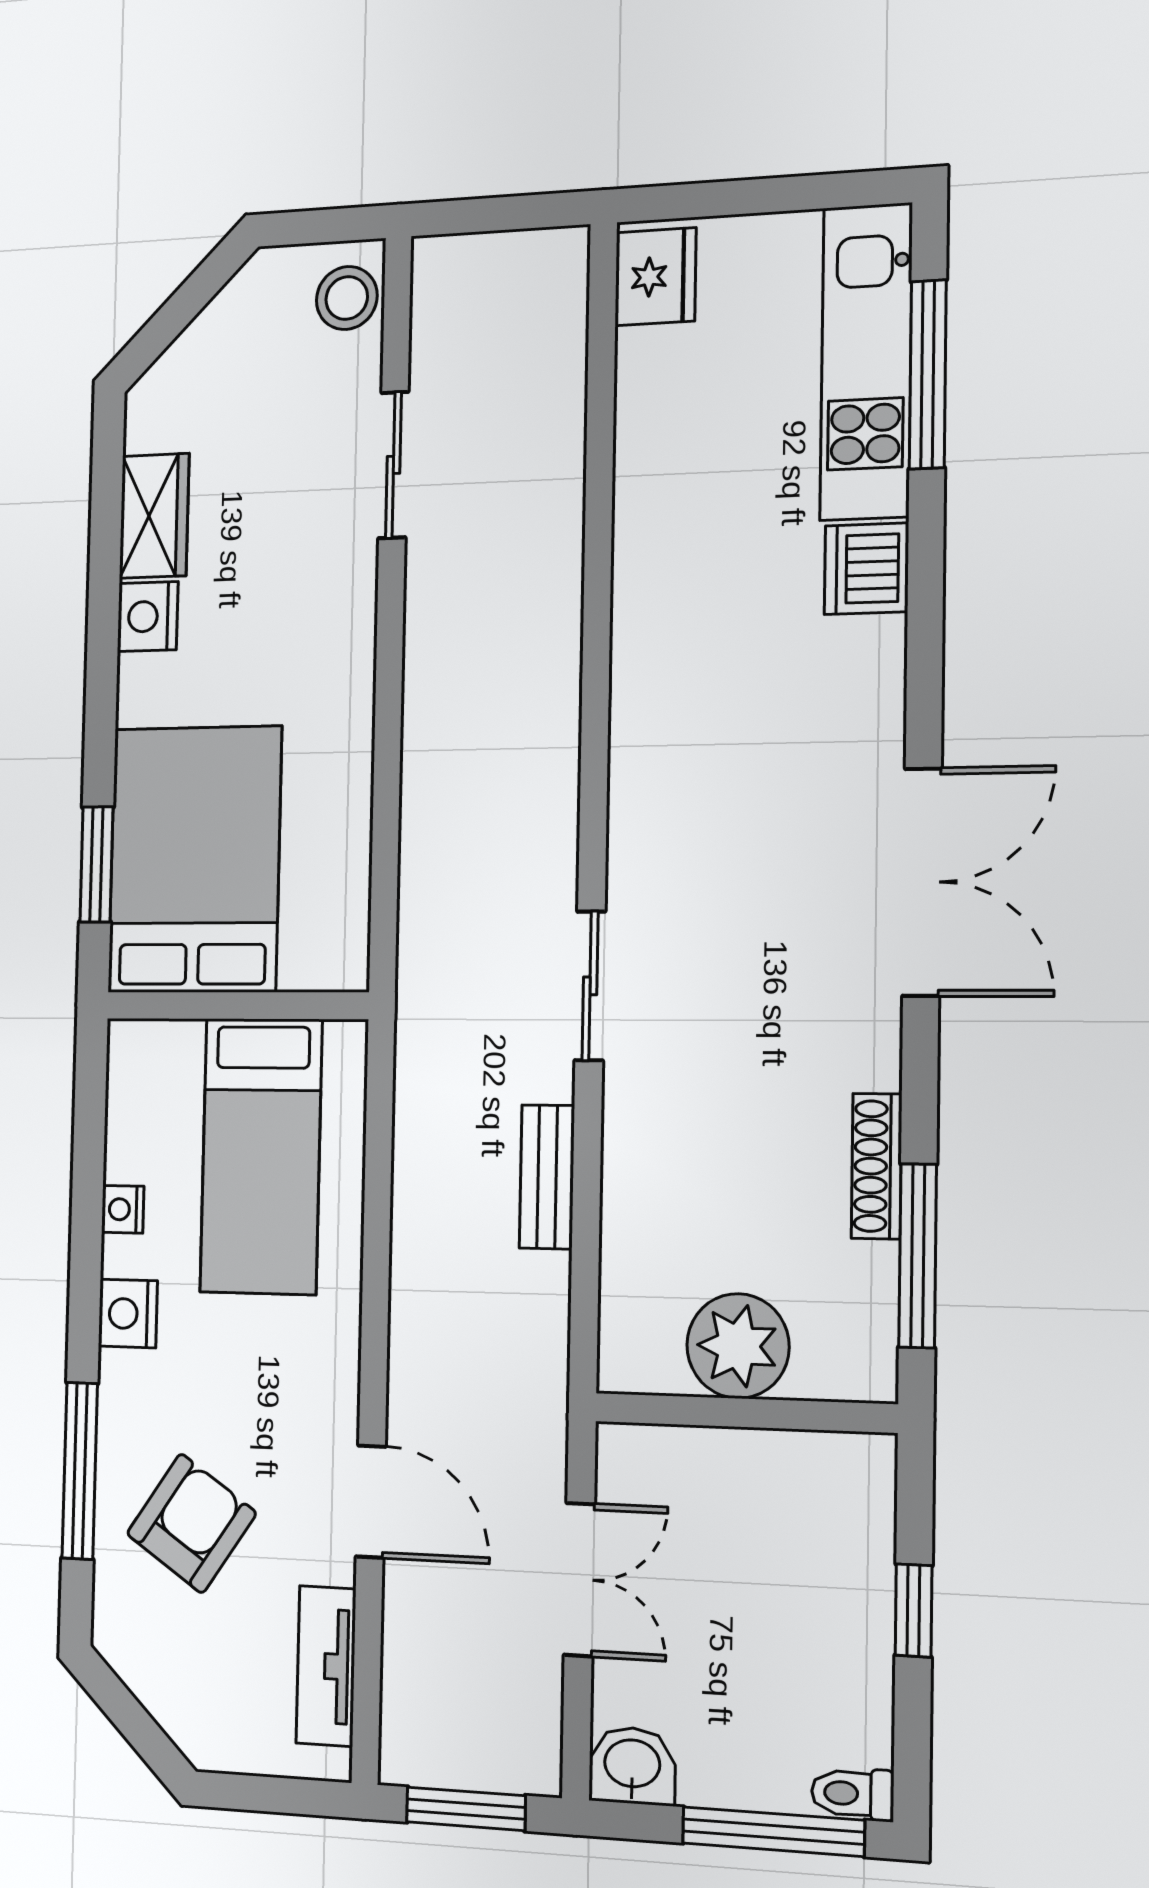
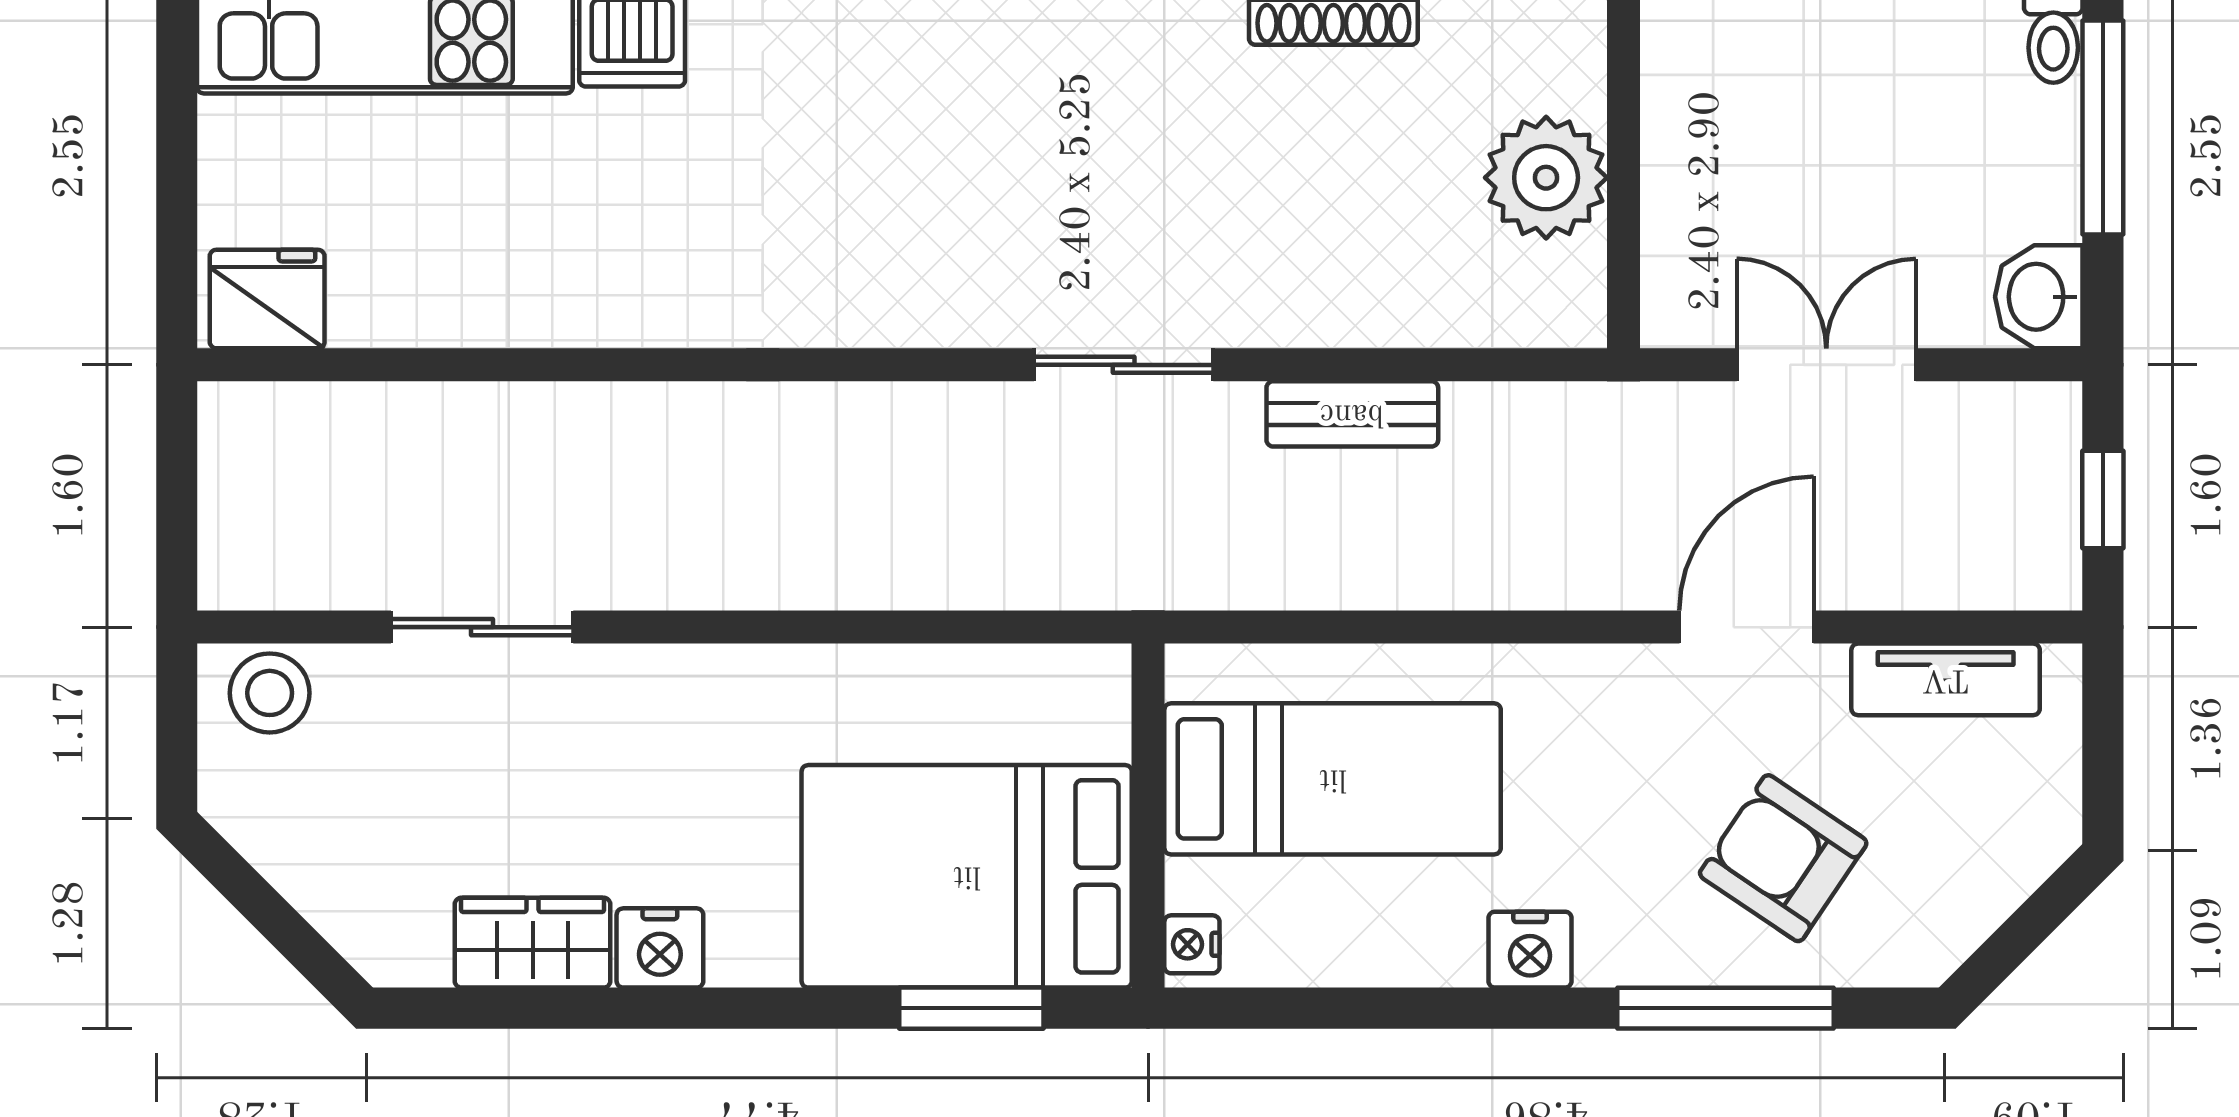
nightstand: (123, 1209) -> (1192, 944), moved, turned 90
window: (466, 1809) -> (2103, 499), width x0.67

